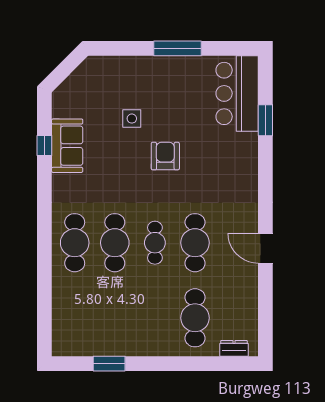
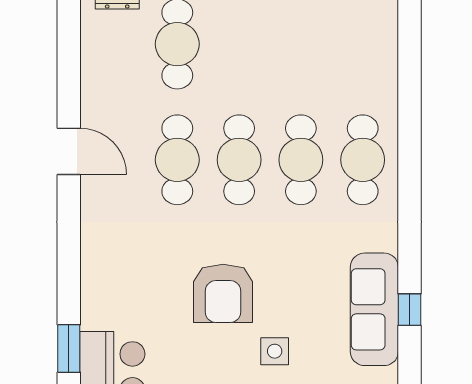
sofa: (67, 146) -> (374, 309), width x1.36
armchair: (165, 156) -> (223, 293), width x1.36, depth x1.36
cafe table: (155, 243) -> (239, 160), width x1.37, depth x1.35

